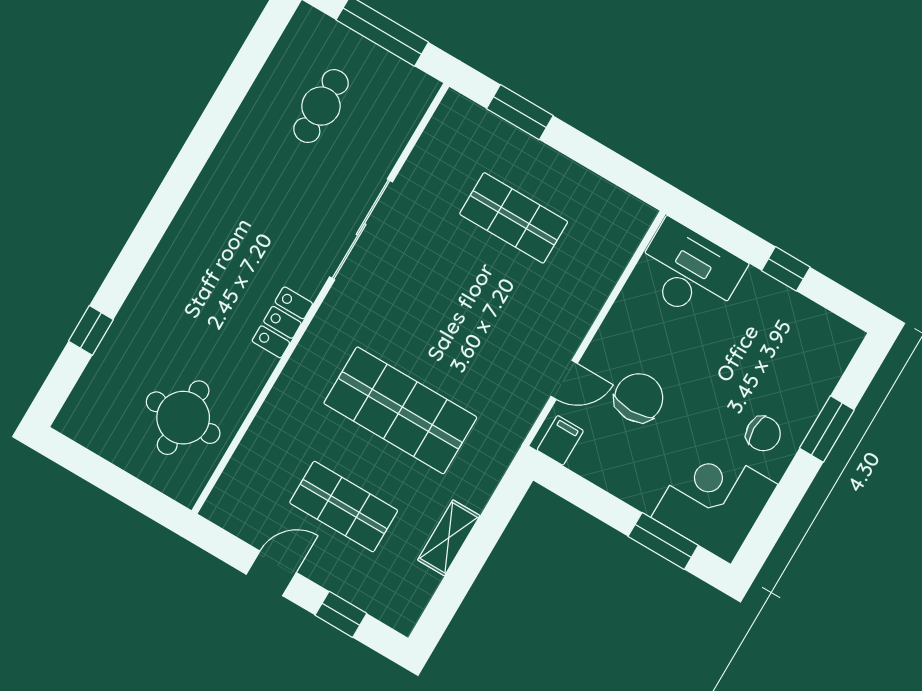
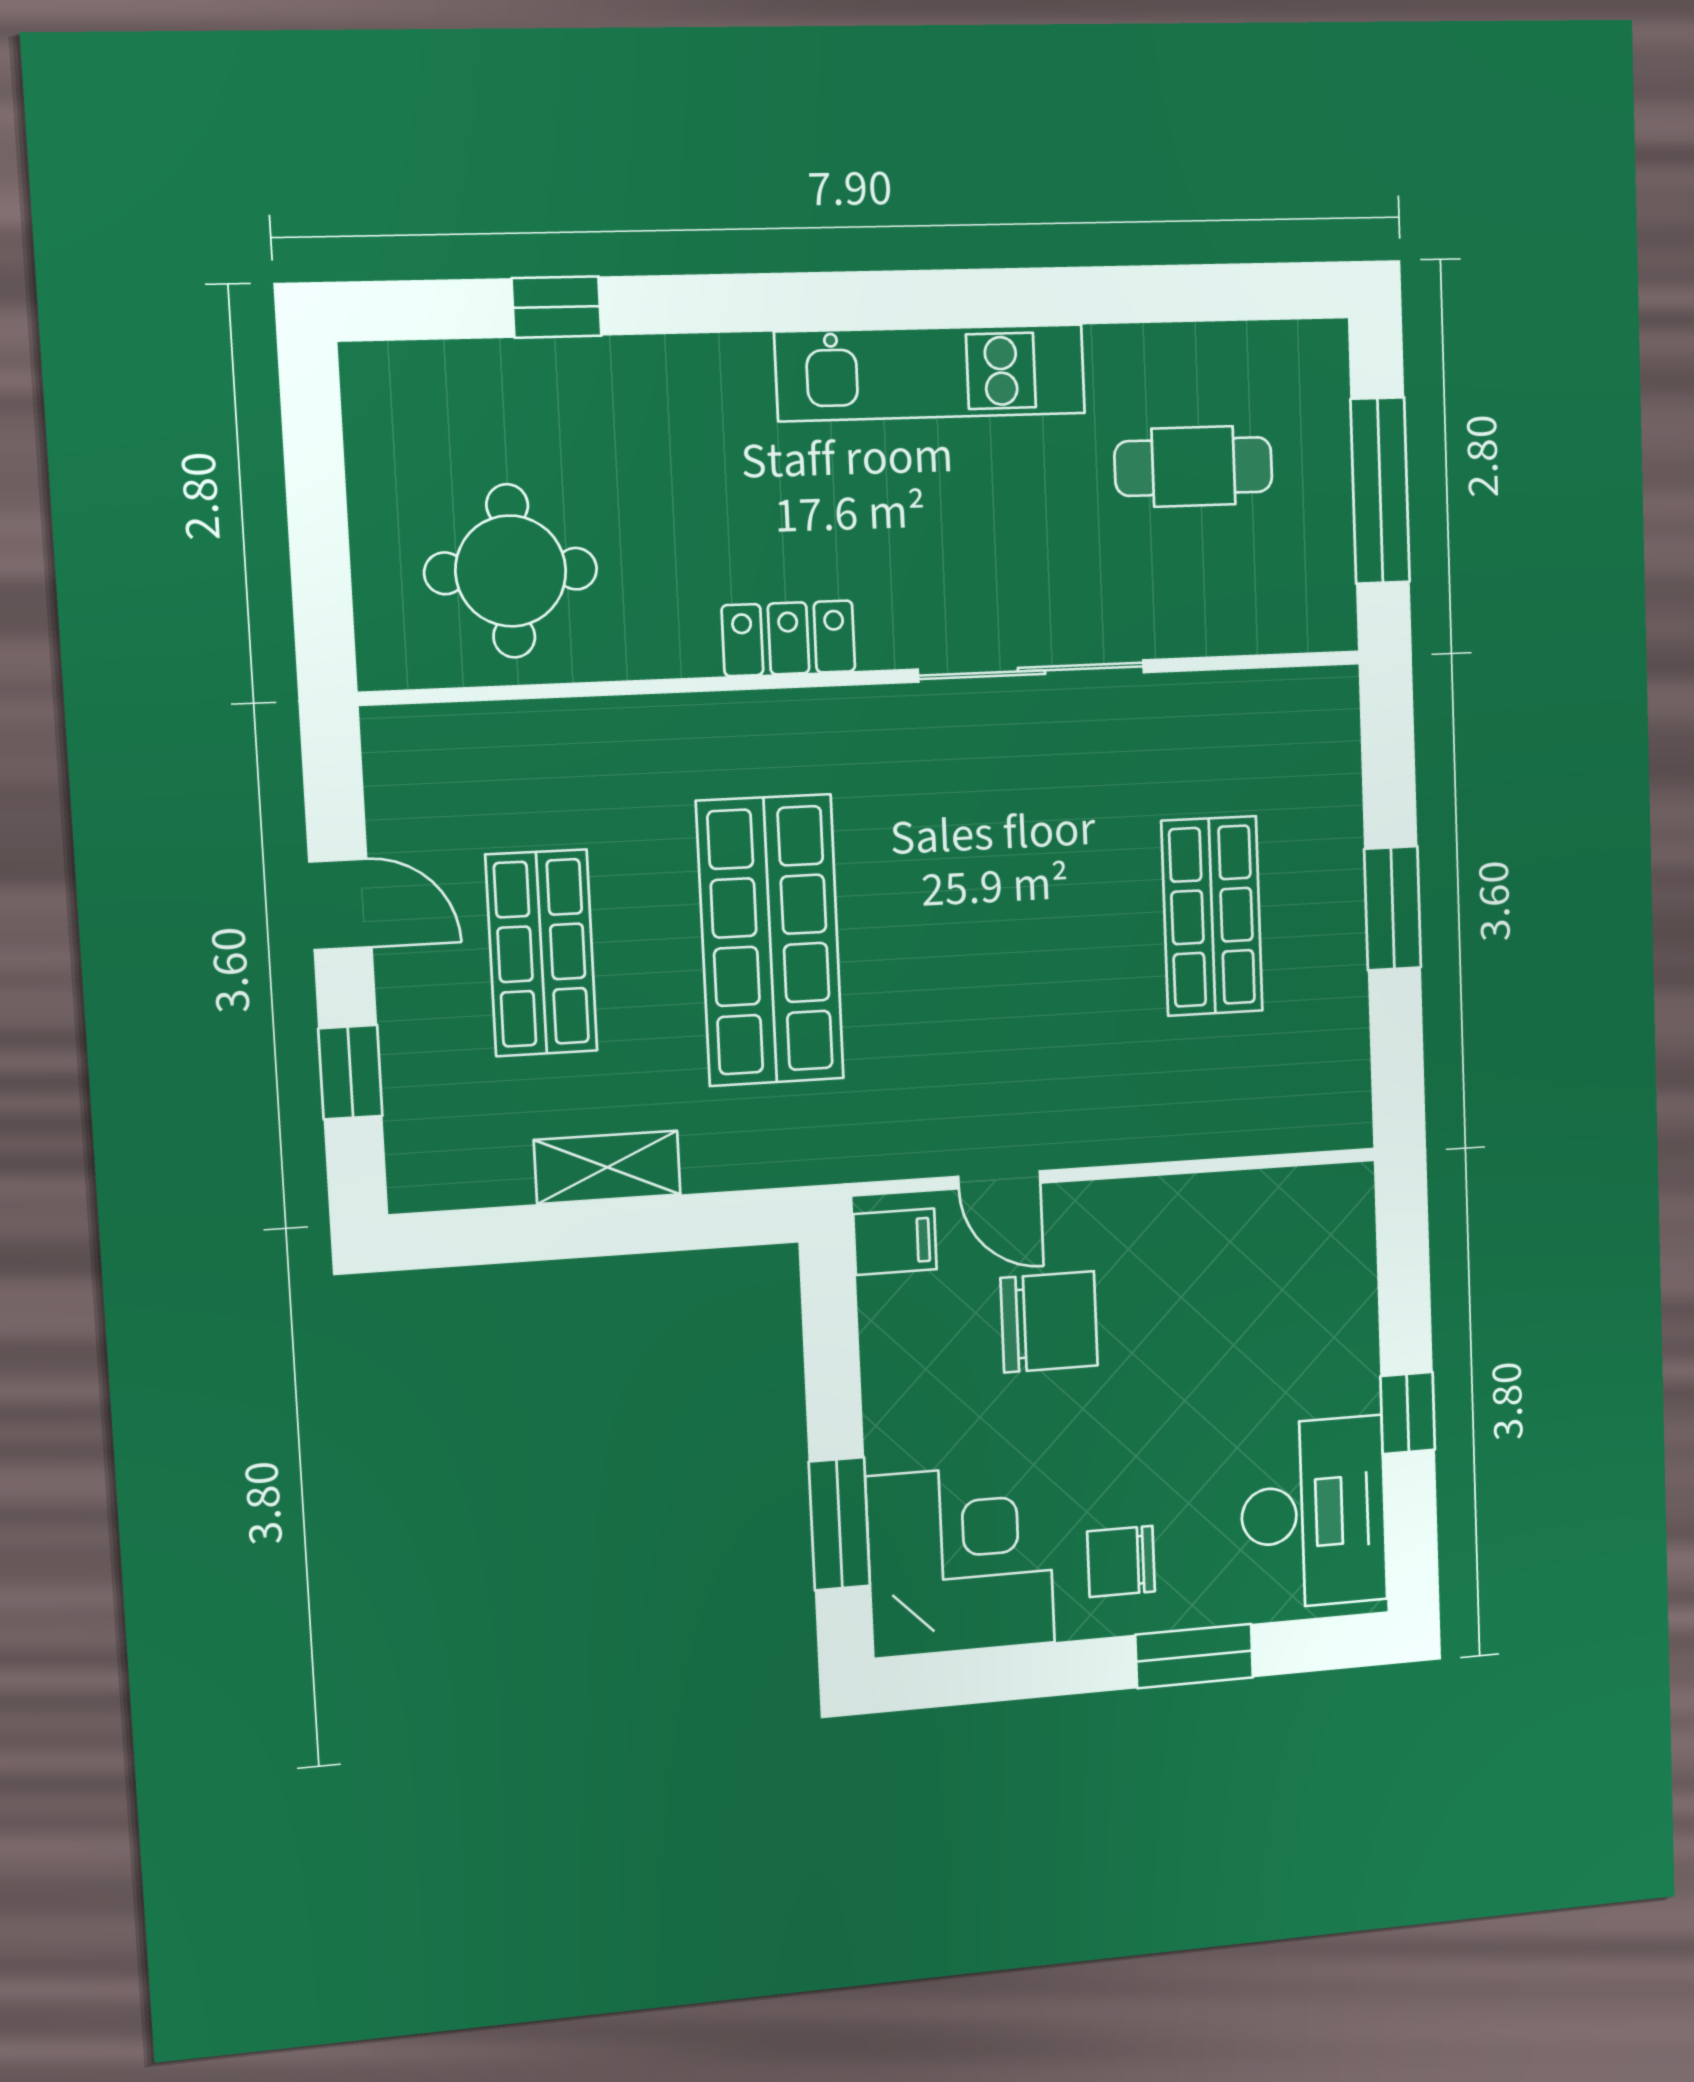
window: (520, 112) -> (1393, 908), moved
kitchen unit: (213, 193) -> (931, 373), added
desk: (689, 272) -> (1313, 1513), moved
chair: (763, 434) -> (1121, 1561), turned 90

